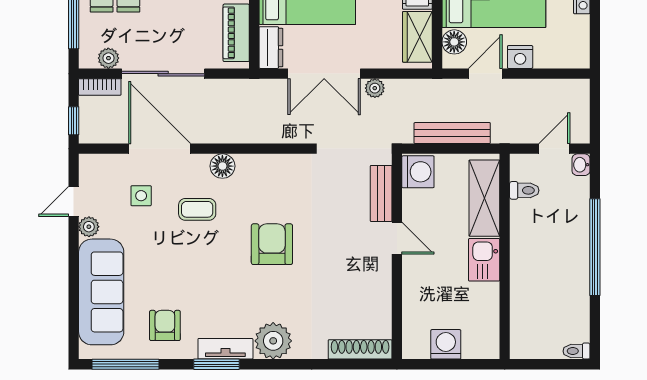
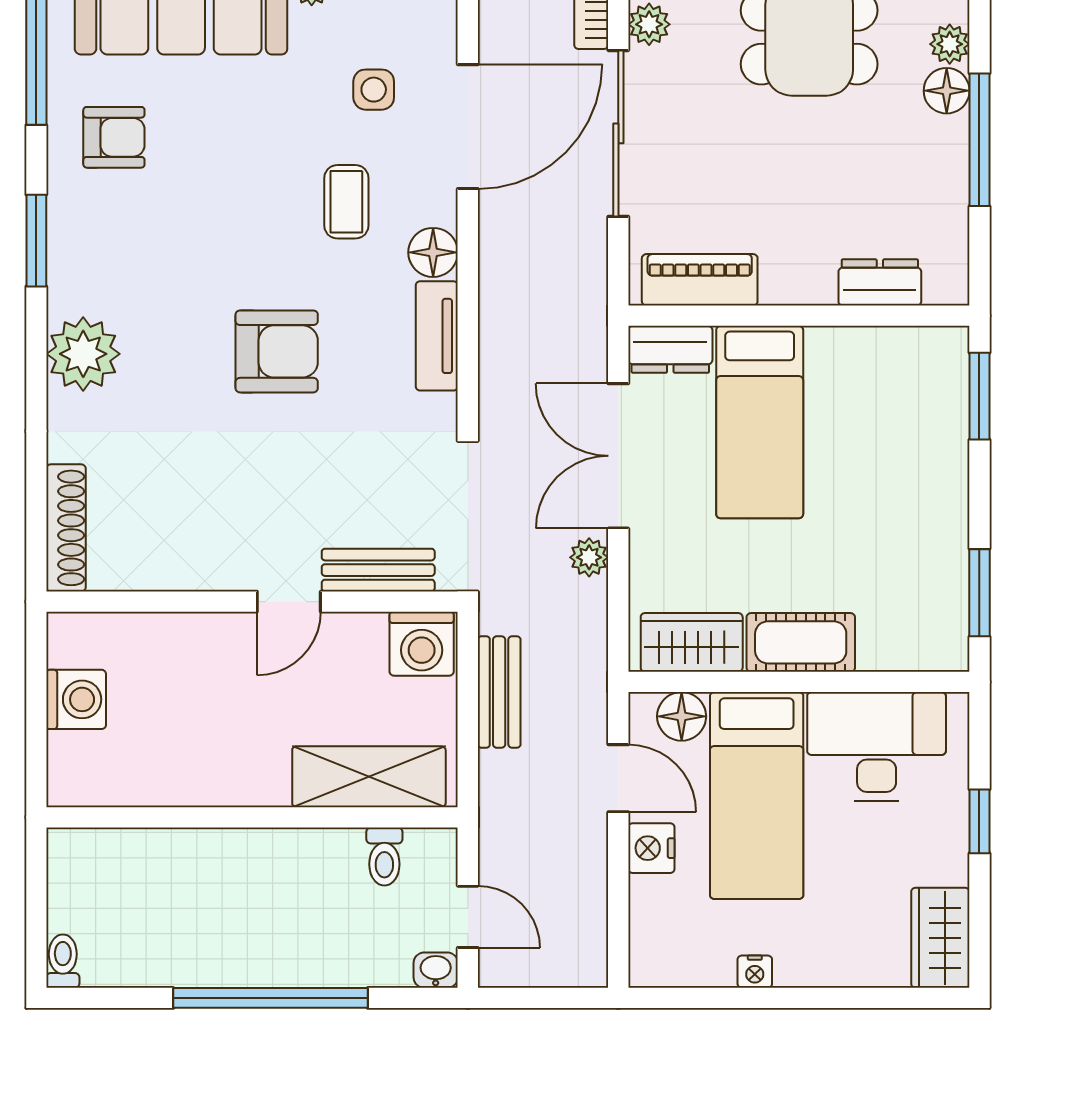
bench: (452, 133) -> (499, 692), width x0.73
kitchen sink: (484, 260) -> (245, 776), removed
tv unit: (225, 349) -> (437, 336), moved, turned 180

